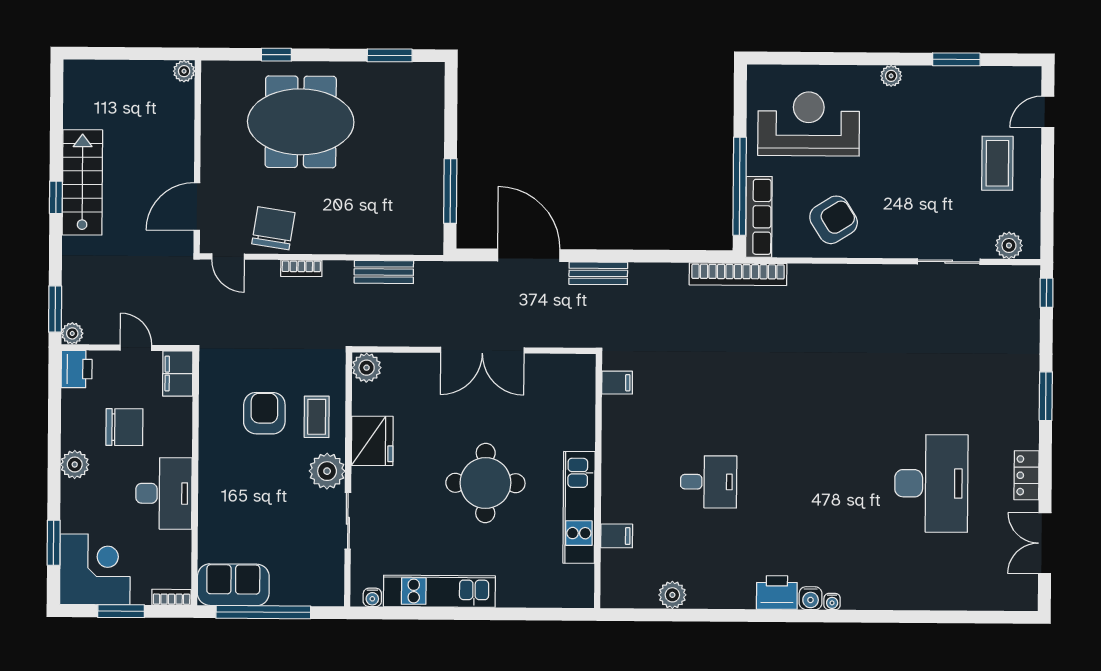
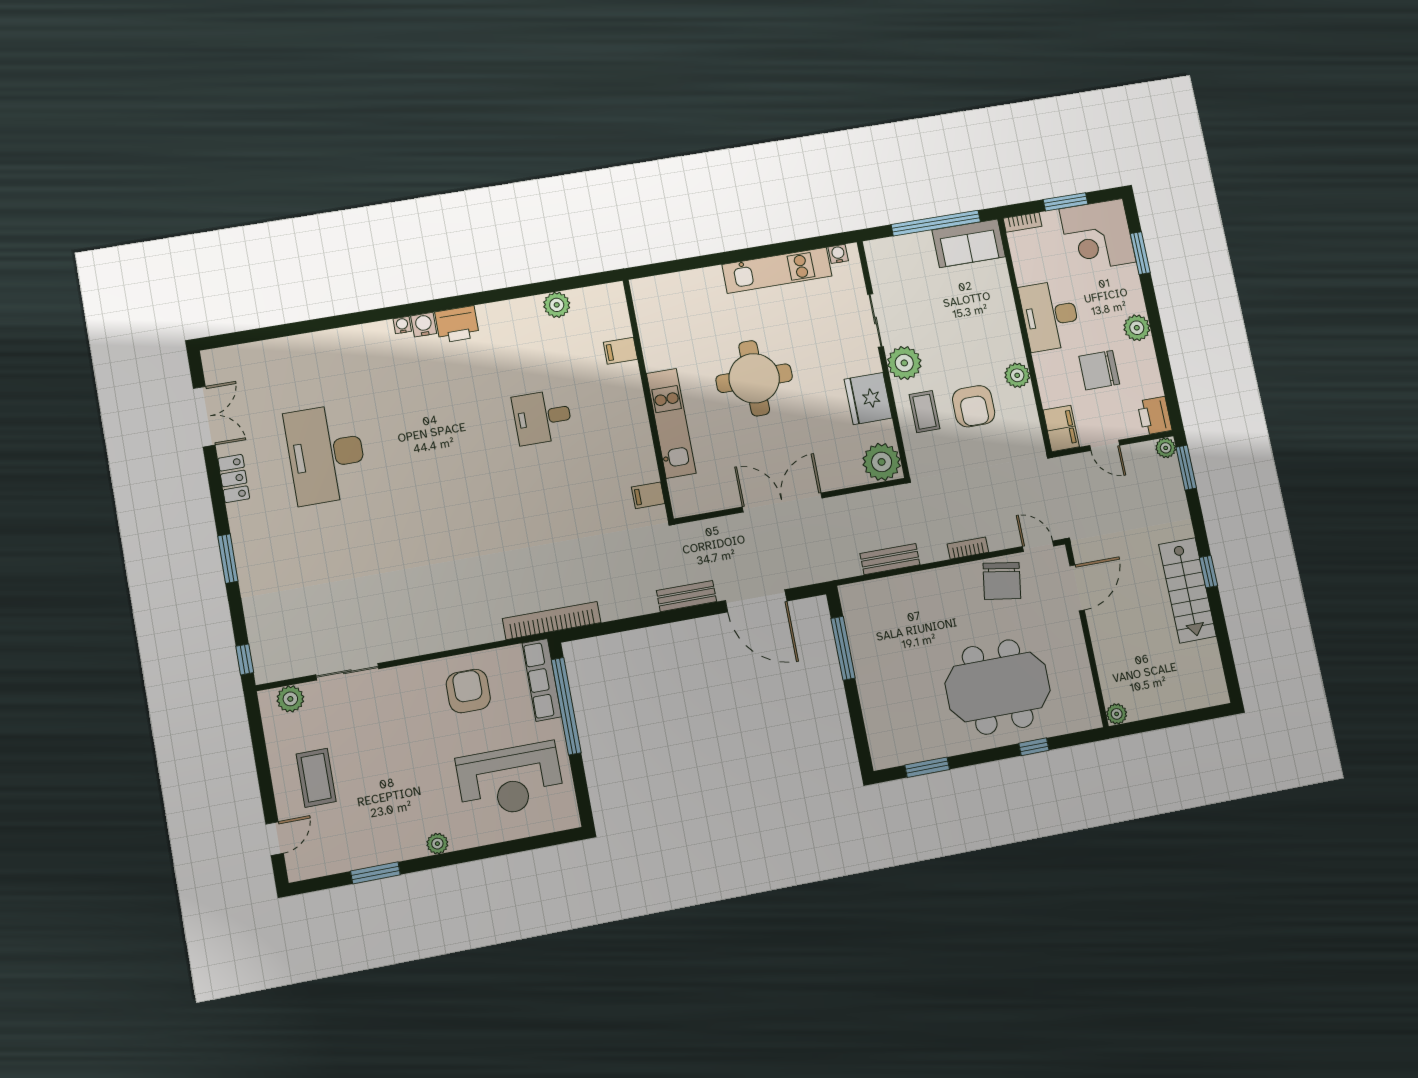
armchair: (834, 220) -> (468, 691), turned 122
plant: (367, 368) -> (882, 462), width x1.36, depth x1.36
plant: (212, 437) -> (1017, 375), added
kitchen unit: (579, 507) -> (671, 423), moved

